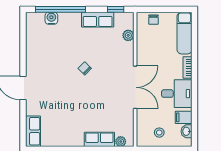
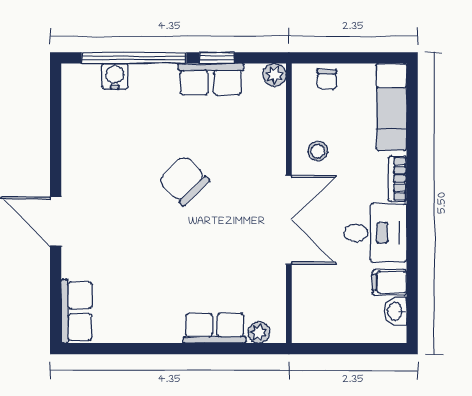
window: (116, 9) -> (217, 58), moved
plant: (128, 35) -> (274, 75), moved
chair: (85, 68) -> (184, 181), width x1.87, depth x1.87
stool: (159, 133) -> (318, 151), moved

